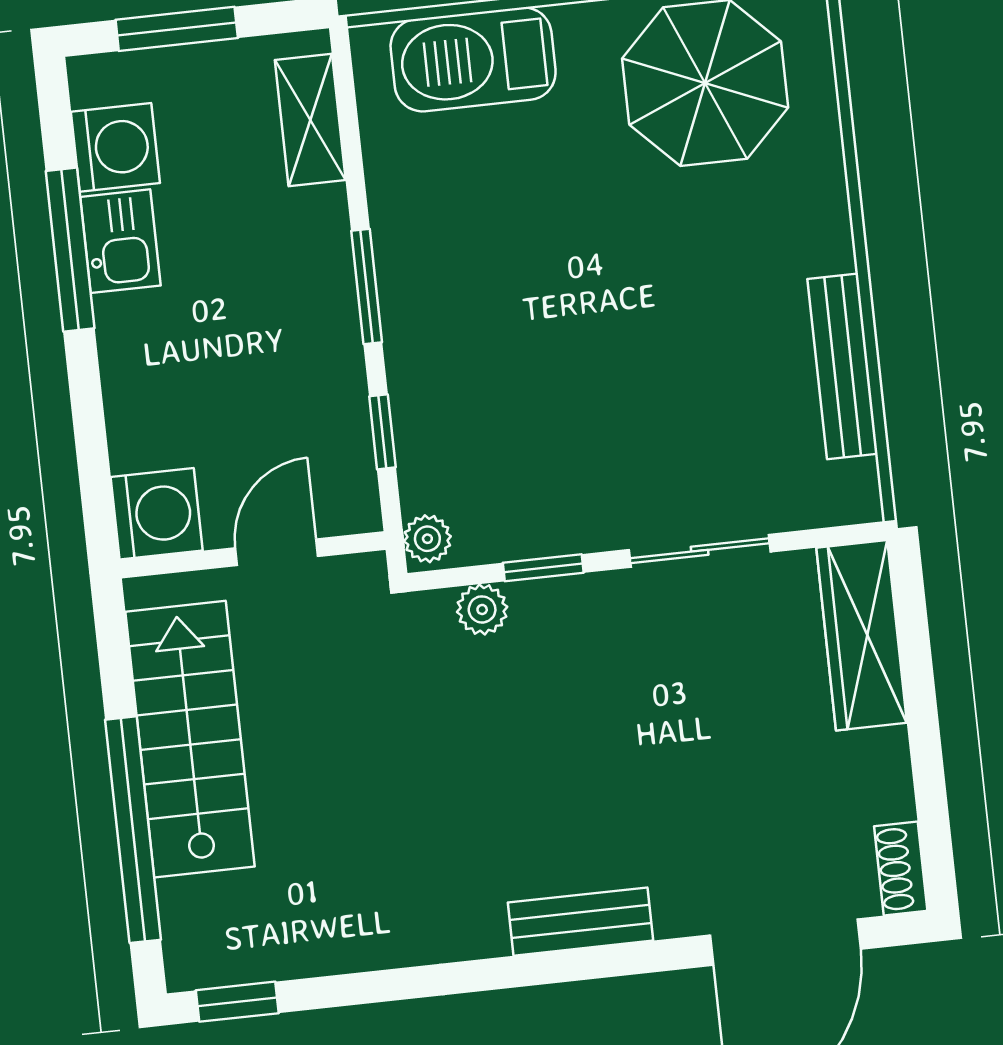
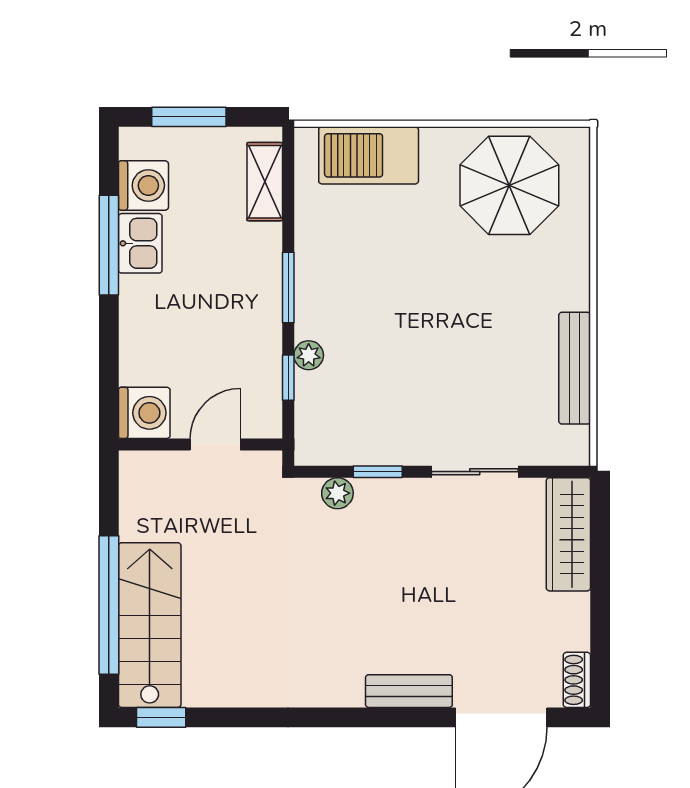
plant: (427, 539) -> (309, 355), moved
stairs: (190, 739) -> (150, 625), moved
bench: (580, 922) -> (409, 691), moved

